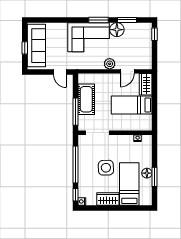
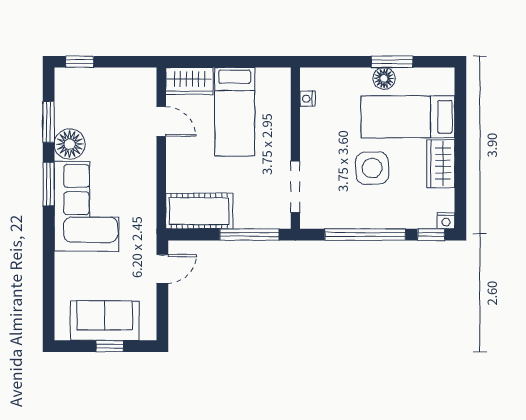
sofa: (36, 46) -> (105, 321), width x0.73
plant: (110, 64) -> (144, 160), removed
cot: (86, 99) -> (199, 211), moved

